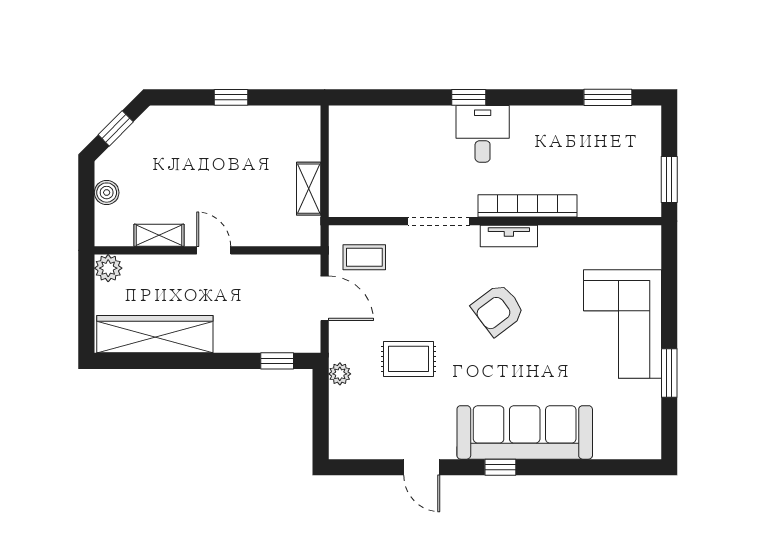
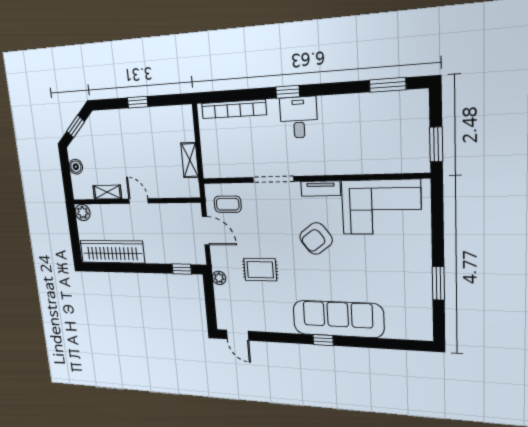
bookcase: (528, 206) -> (234, 109), moved, turned 180
corner sofa: (622, 324) -> (381, 207), moved, turned -90
door: (422, 467) -> (238, 335), moved

